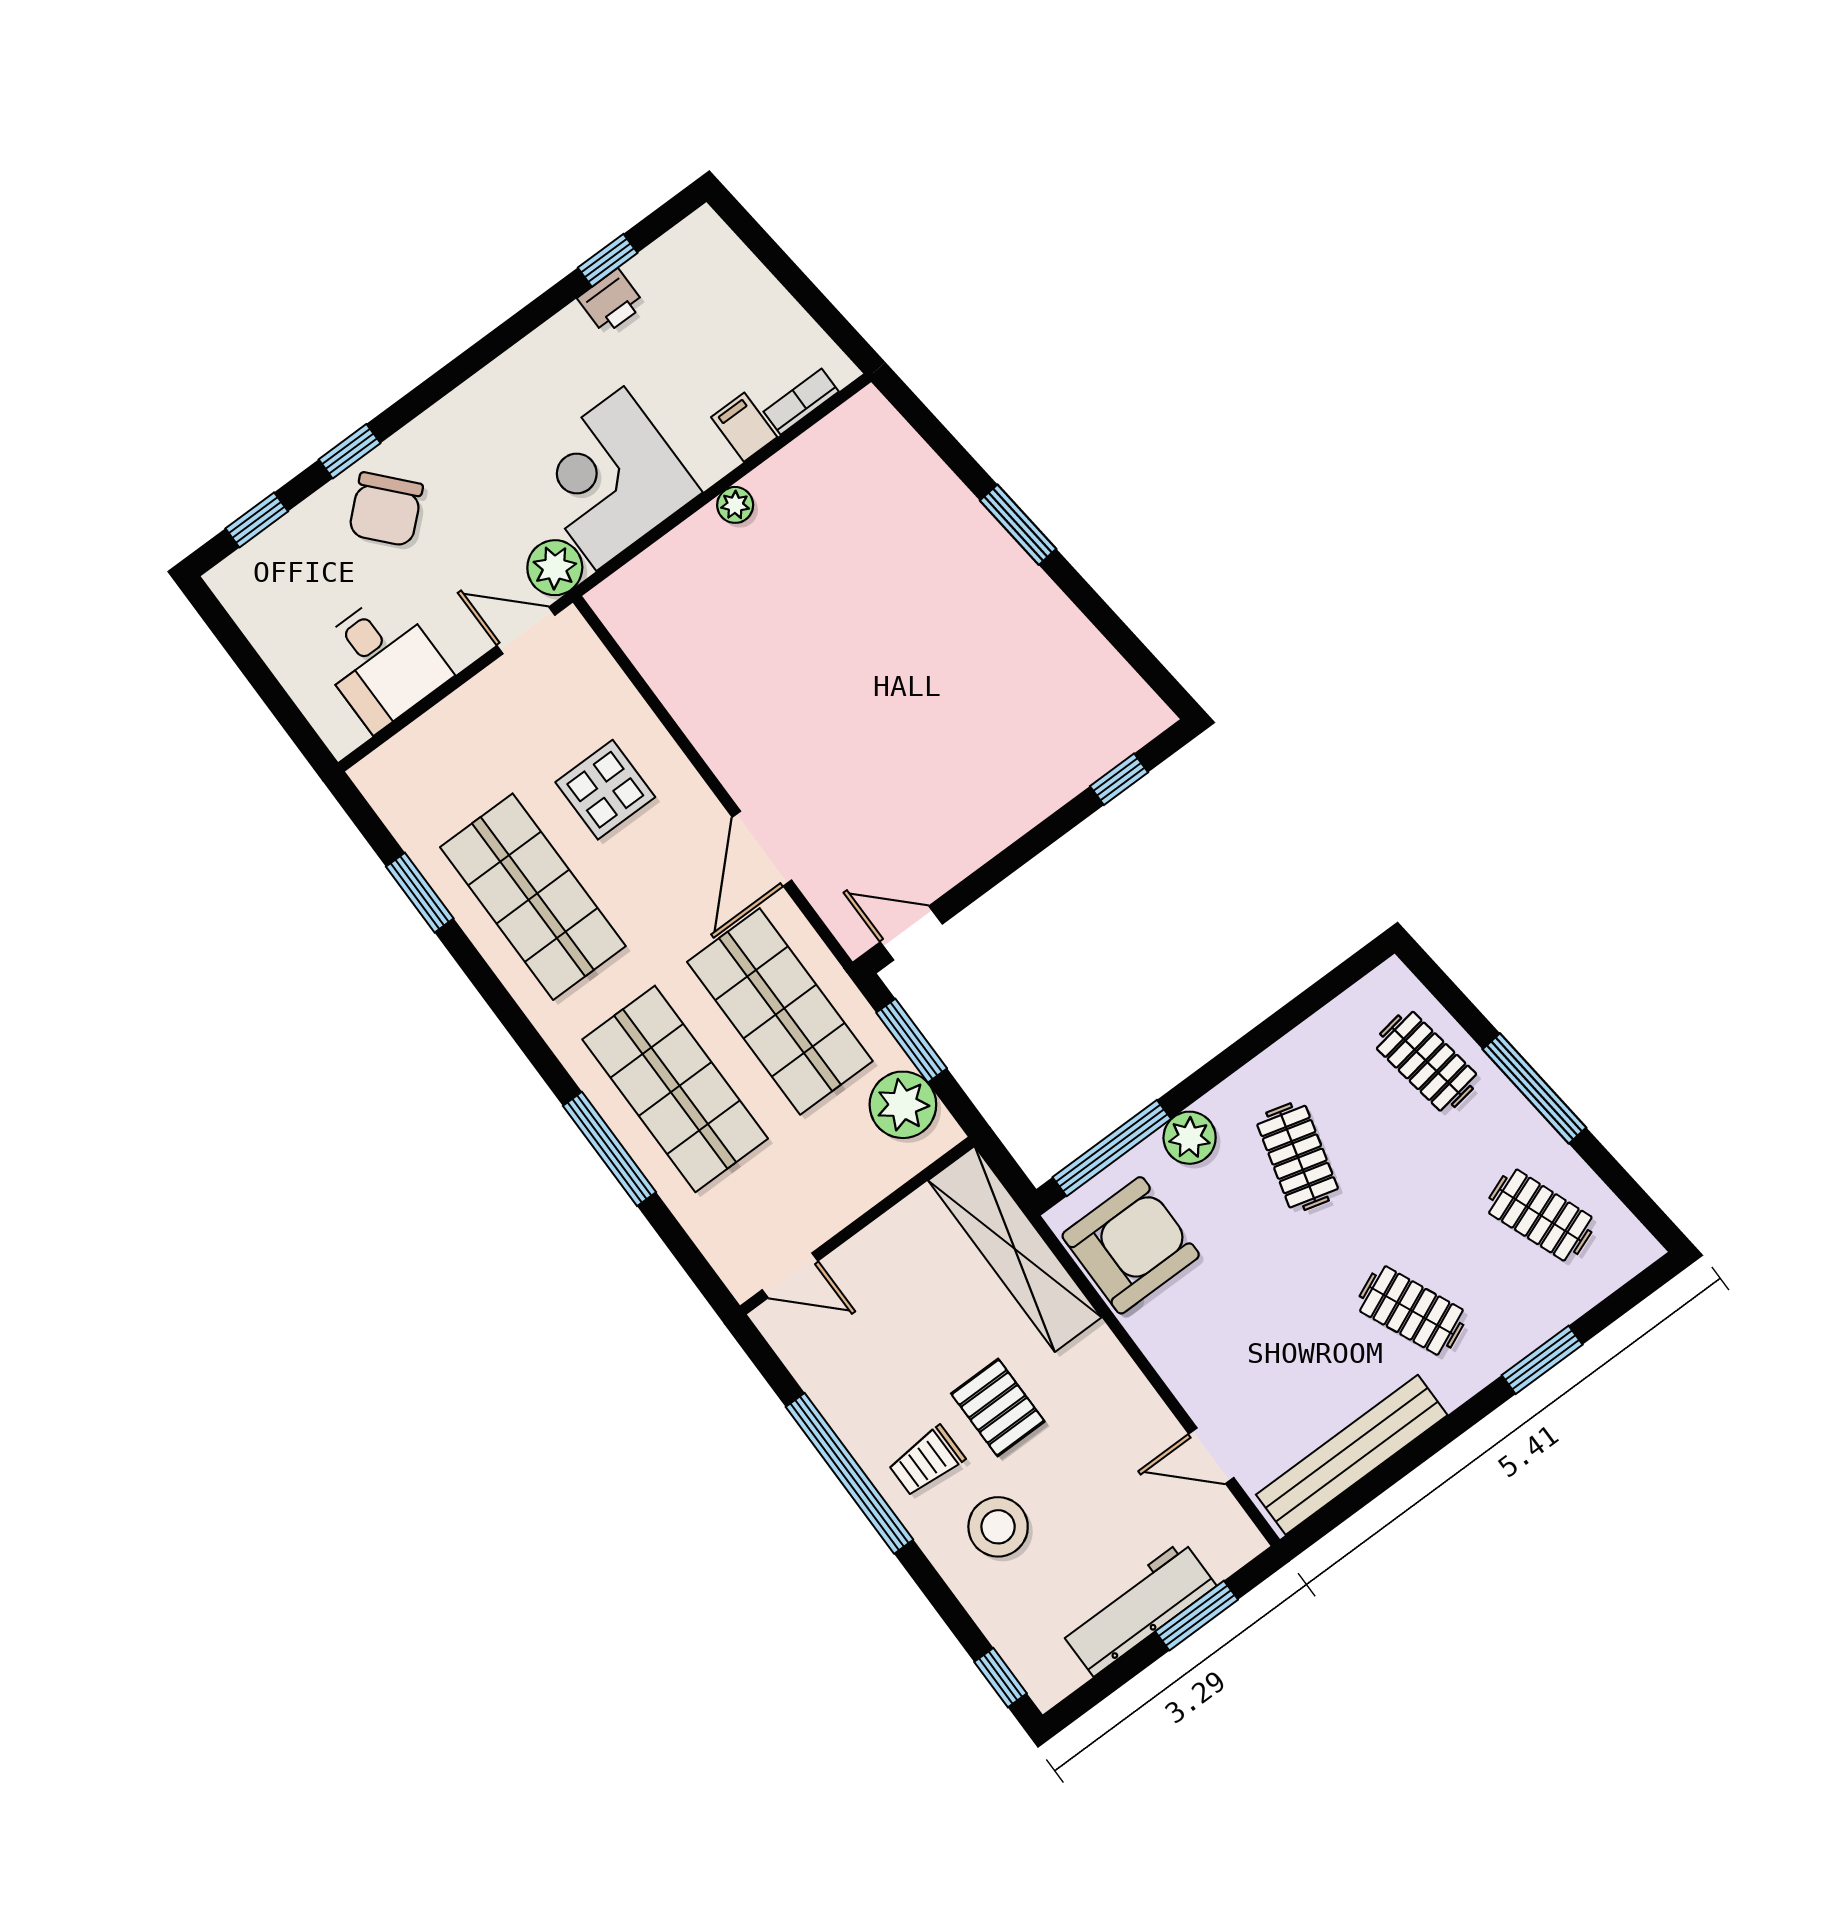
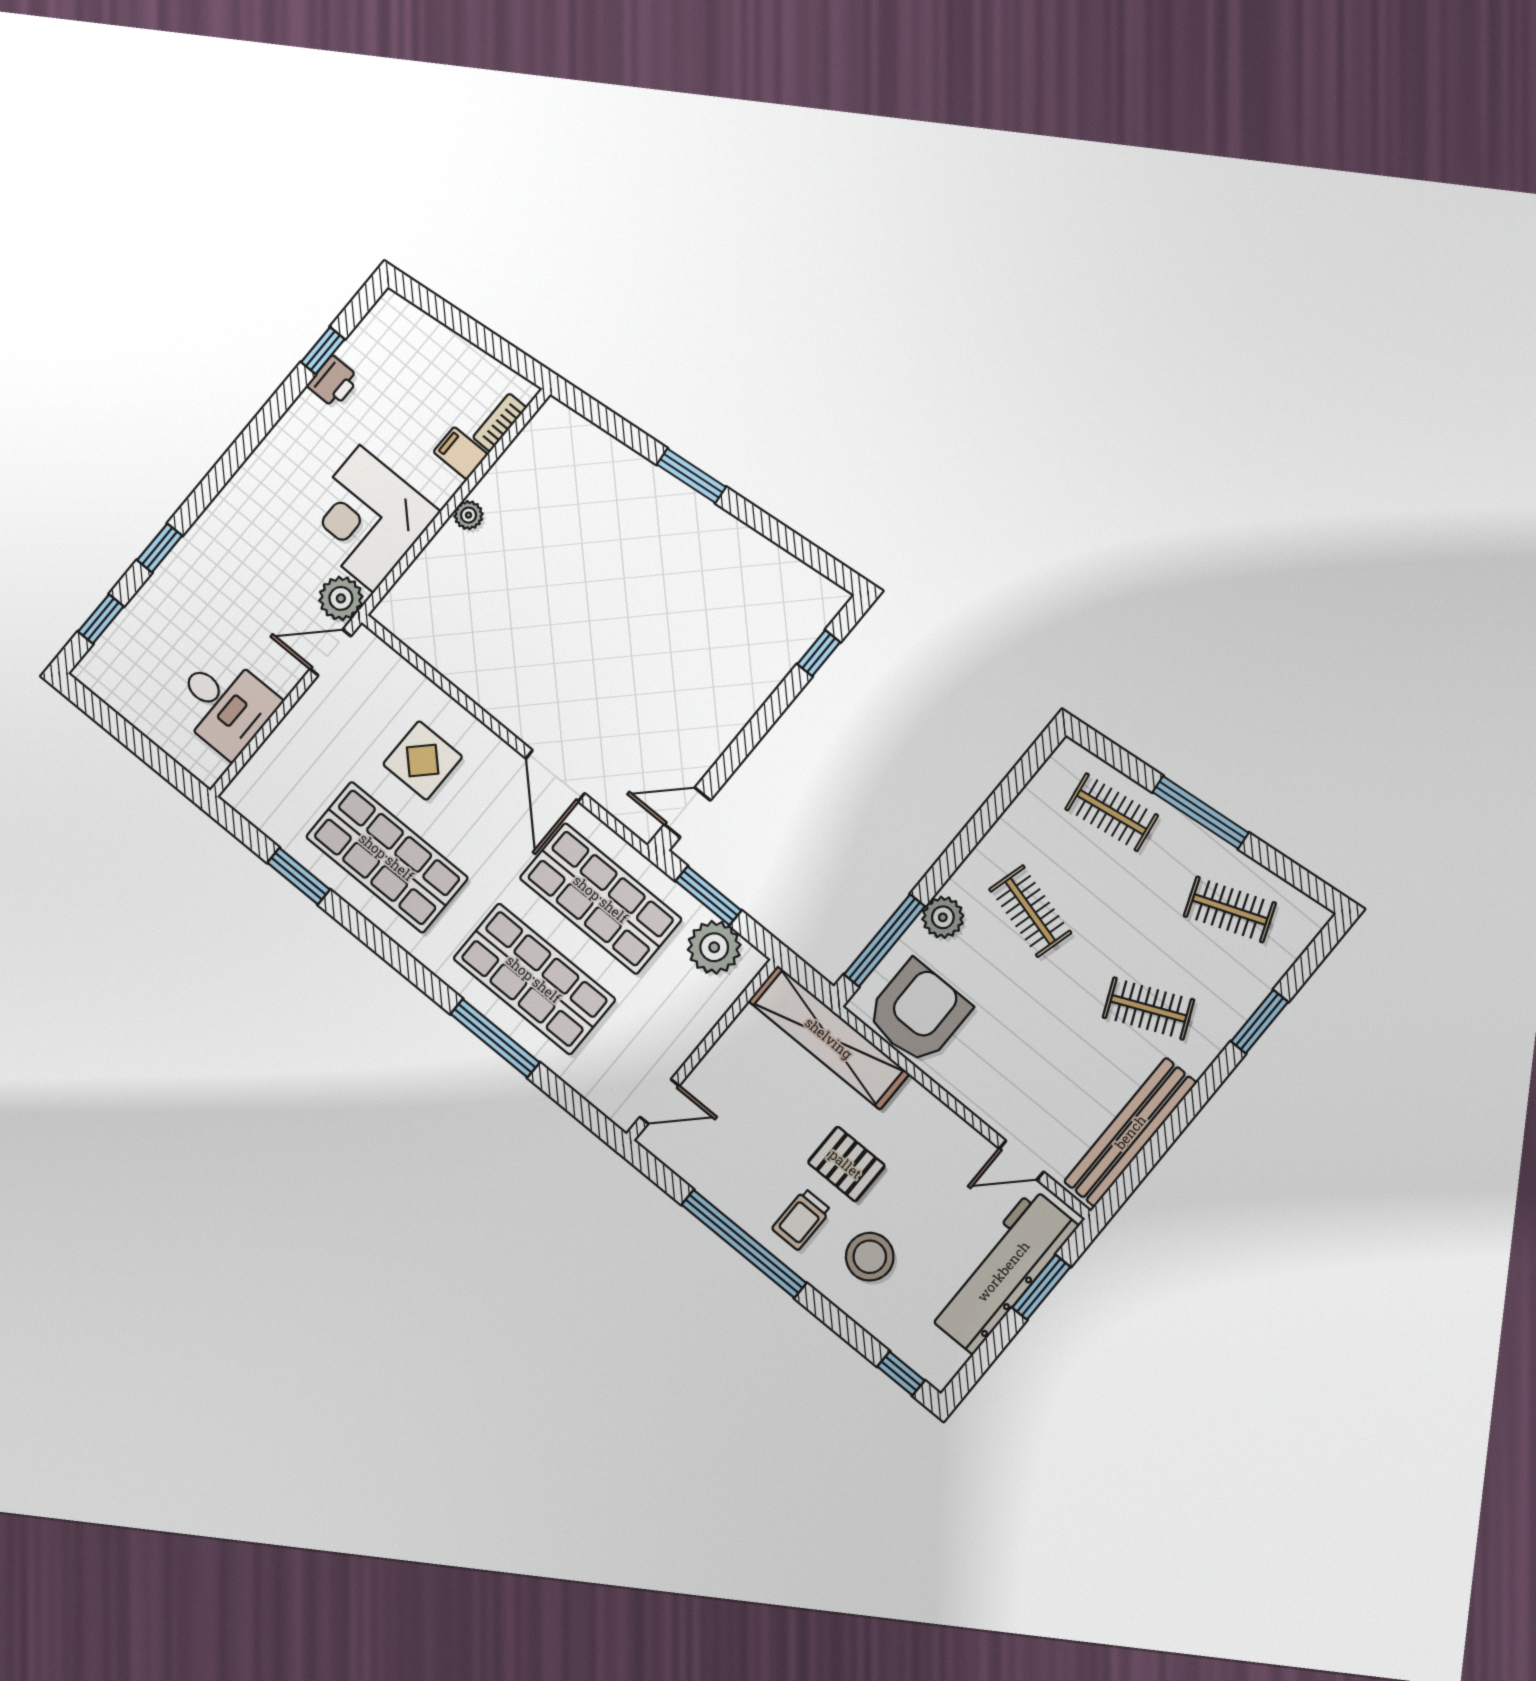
chair: (386, 509) -> (199, 586), removed
workbench: (1138, 1608) -> (1003, 1271), width x1.36, depth x1.32

